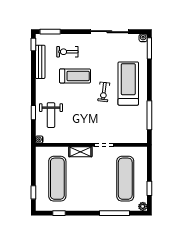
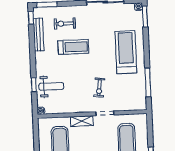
exercise bike: (104, 92) -> (99, 88), moved
weight bench: (51, 115) -> (51, 86), turned -90

